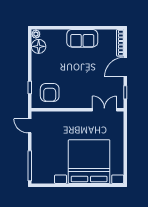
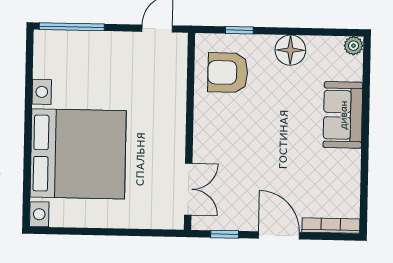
sofa: (82, 38) -> (343, 115), moved
floor lamp: (39, 46) -> (290, 50), moved

